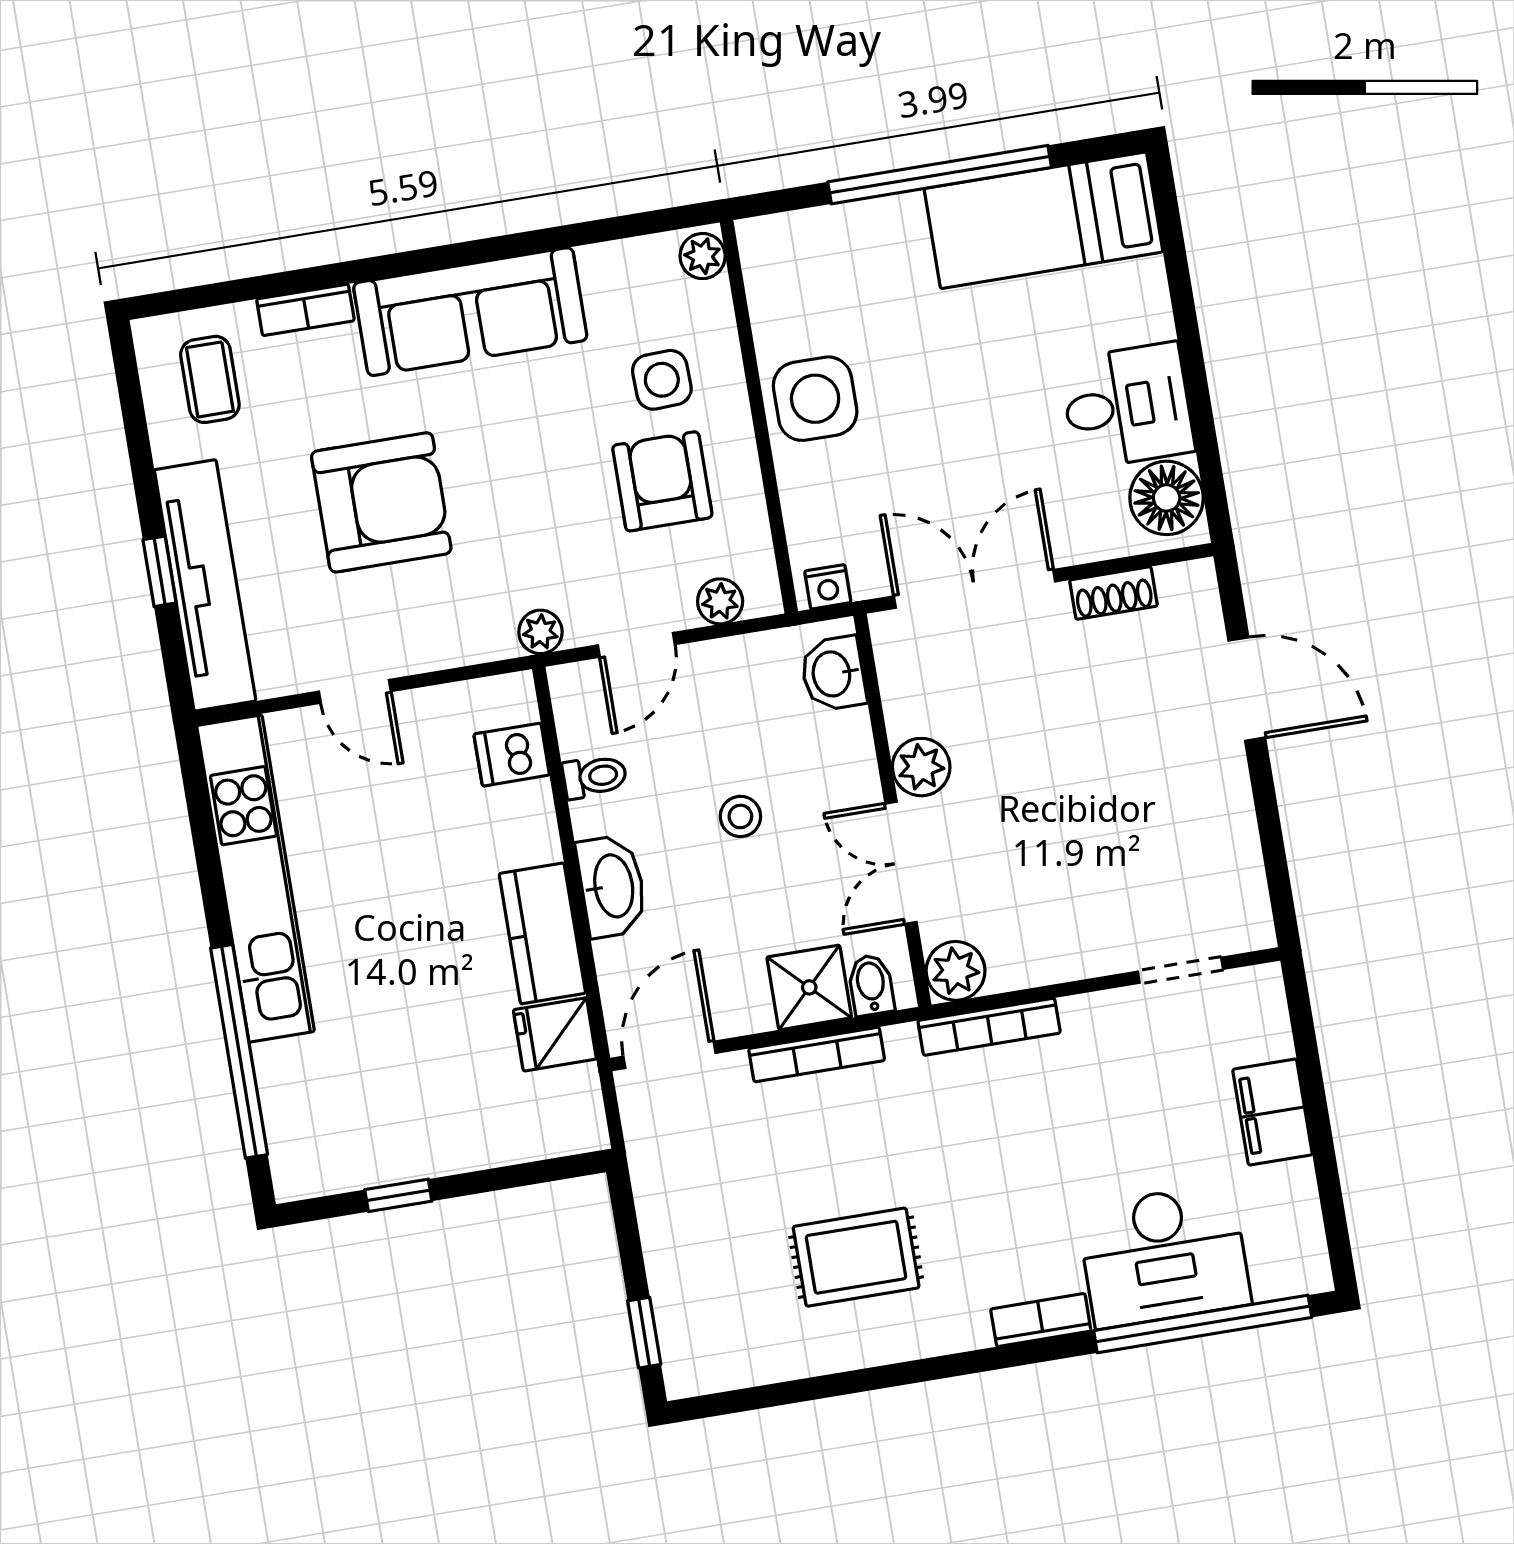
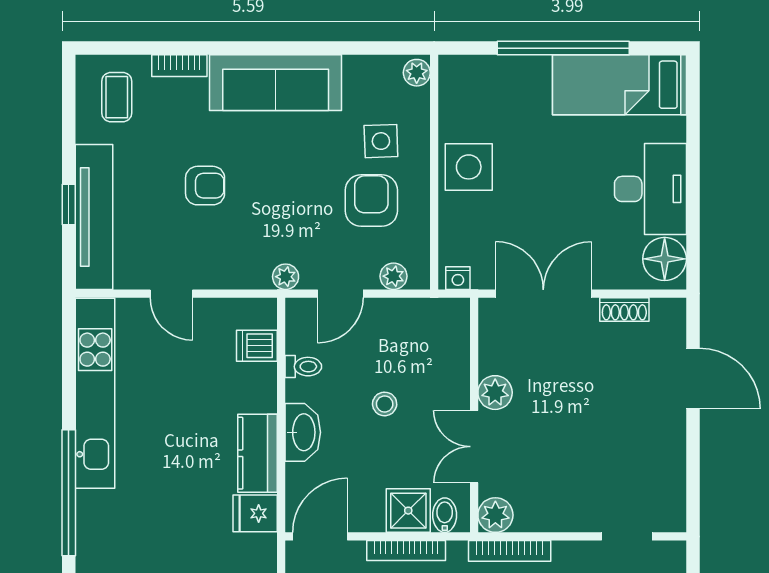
desk: (1127, 406) -> (650, 189), width x1.37
armchair: (381, 502) -> (205, 186), width x0.53, depth x0.53
washbasin: (833, 674) -> (453, 329), removed

